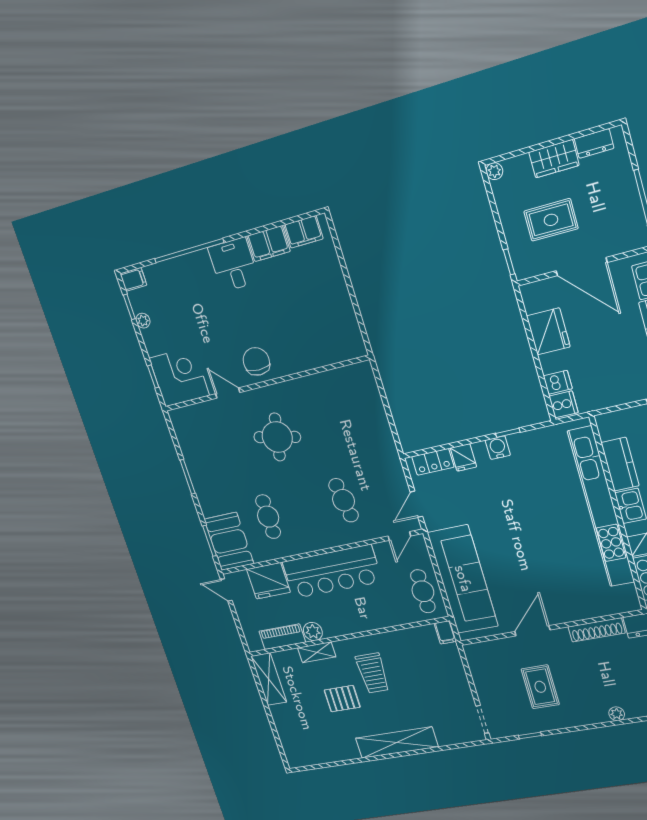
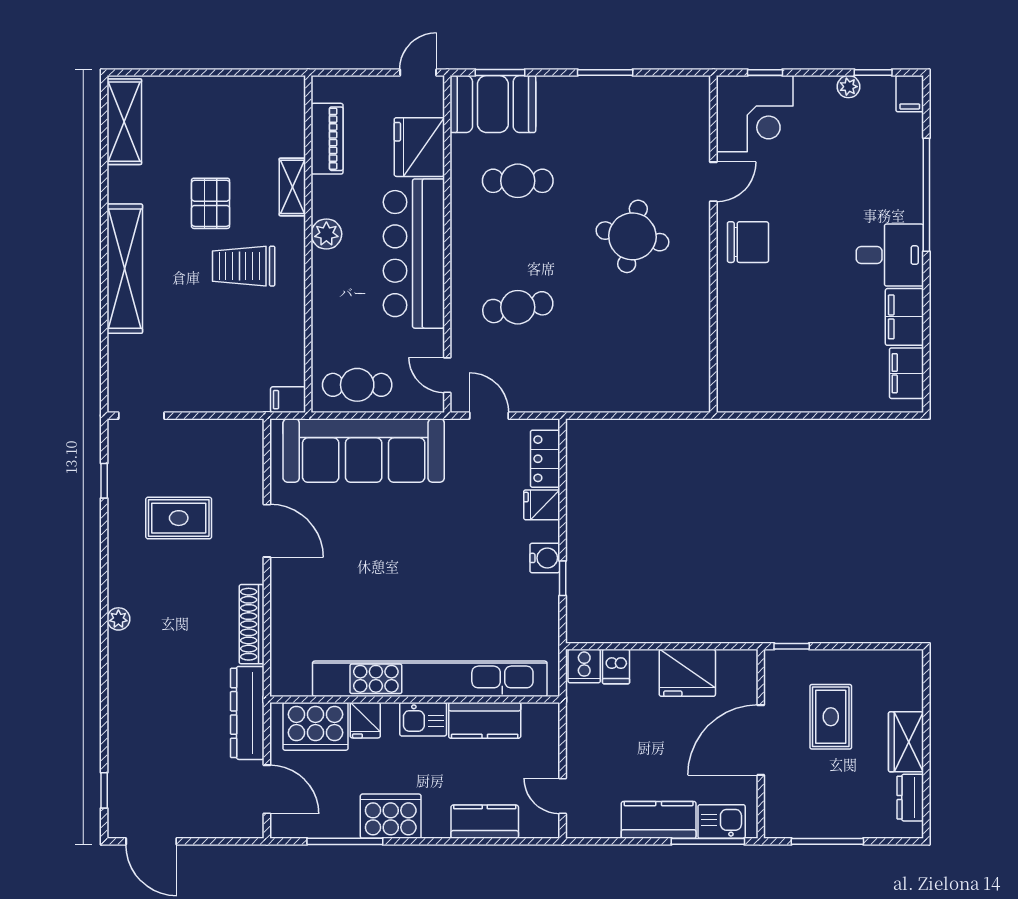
plant: (494, 171) -> (912, 660), removed
plant: (313, 631) -> (326, 234), moved
shelving: (269, 679) -> (124, 122), moved, turned 90

